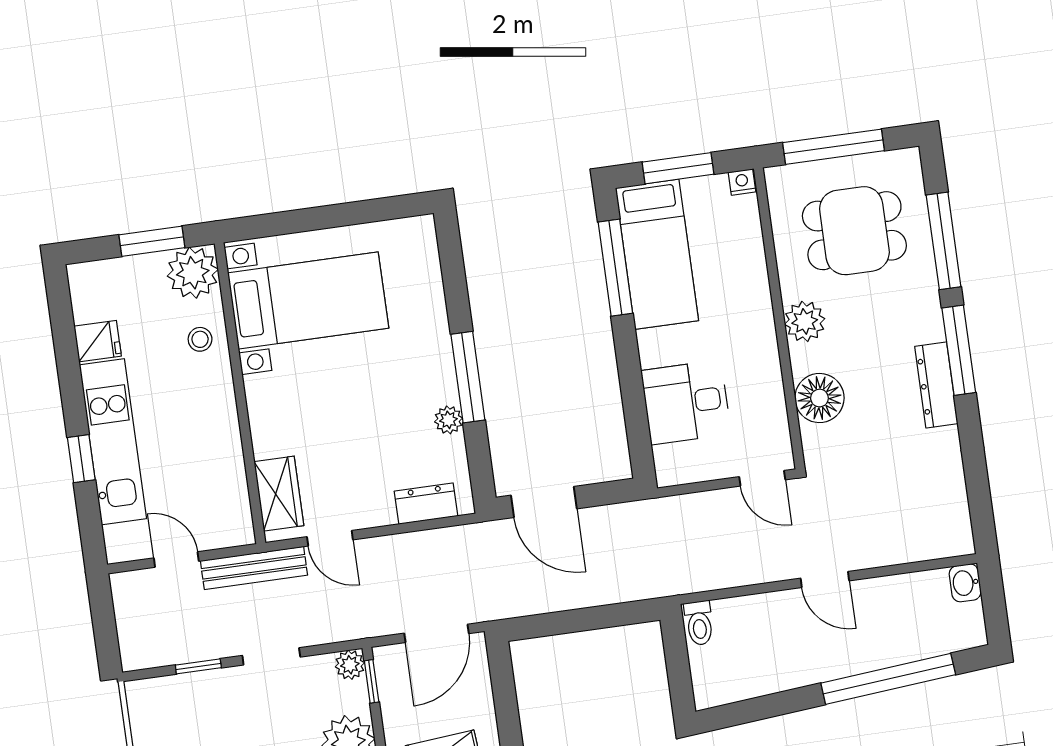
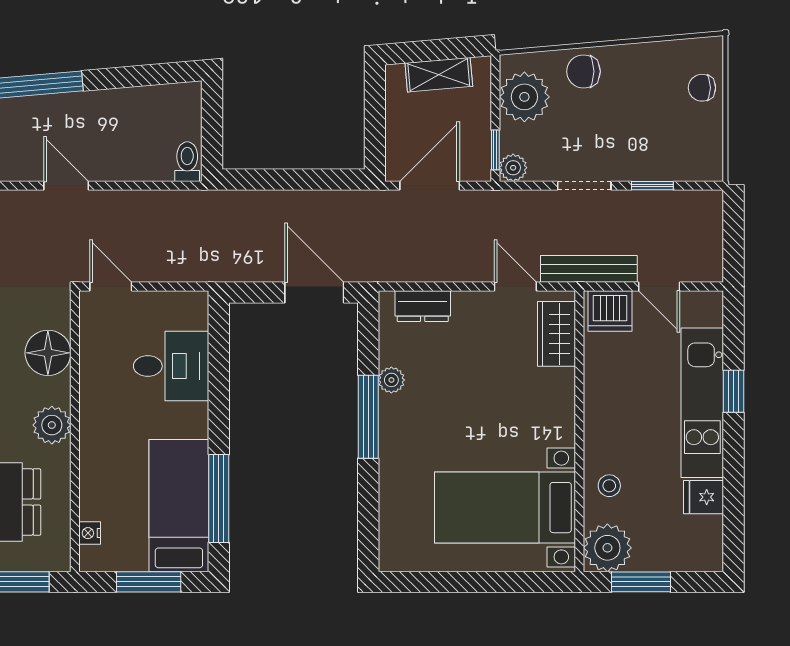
nightstand: (742, 182) -> (90, 533), moved, turned 90
dishwasher: (225, 526) -> (610, 311), added

